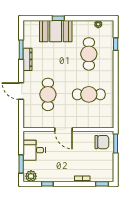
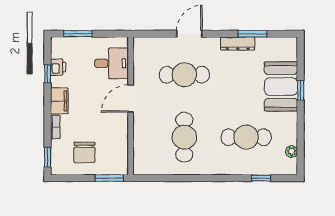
chair: (102, 142) -> (84, 152), moved
desk: (34, 150) -> (112, 63), moved, turned 90
plant: (31, 176) -> (59, 49), removed
filing cabinet: (65, 176) -> (59, 101), added
printer: (43, 177) -> (58, 67), added

